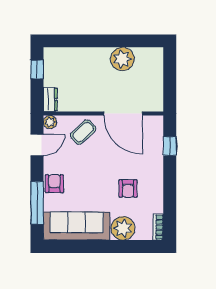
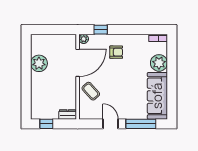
plant: (50, 122) -> (84, 39), moved
door: (37, 145) -> (111, 124), moved
armchair: (54, 184) -> (127, 112), removed
armchair: (128, 188) -> (116, 52), moved

